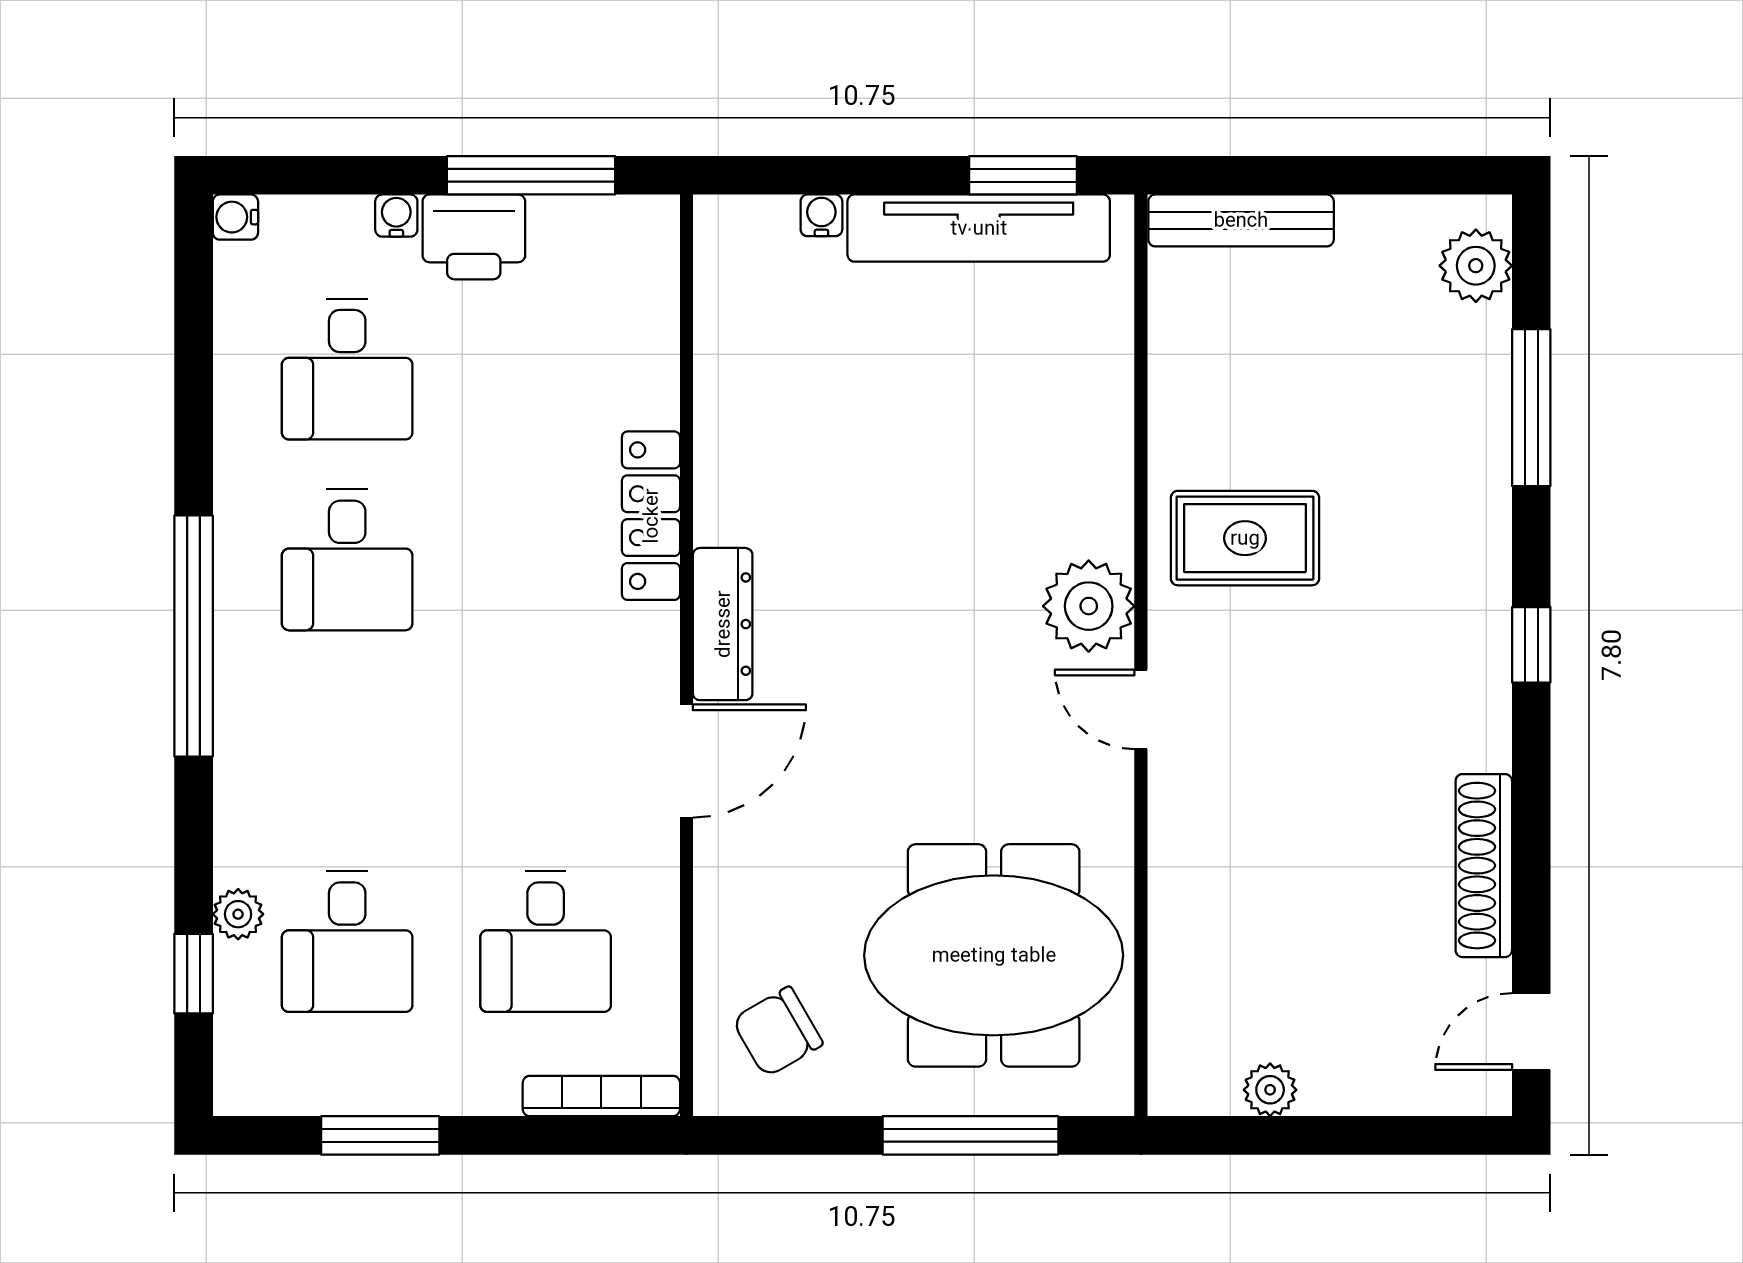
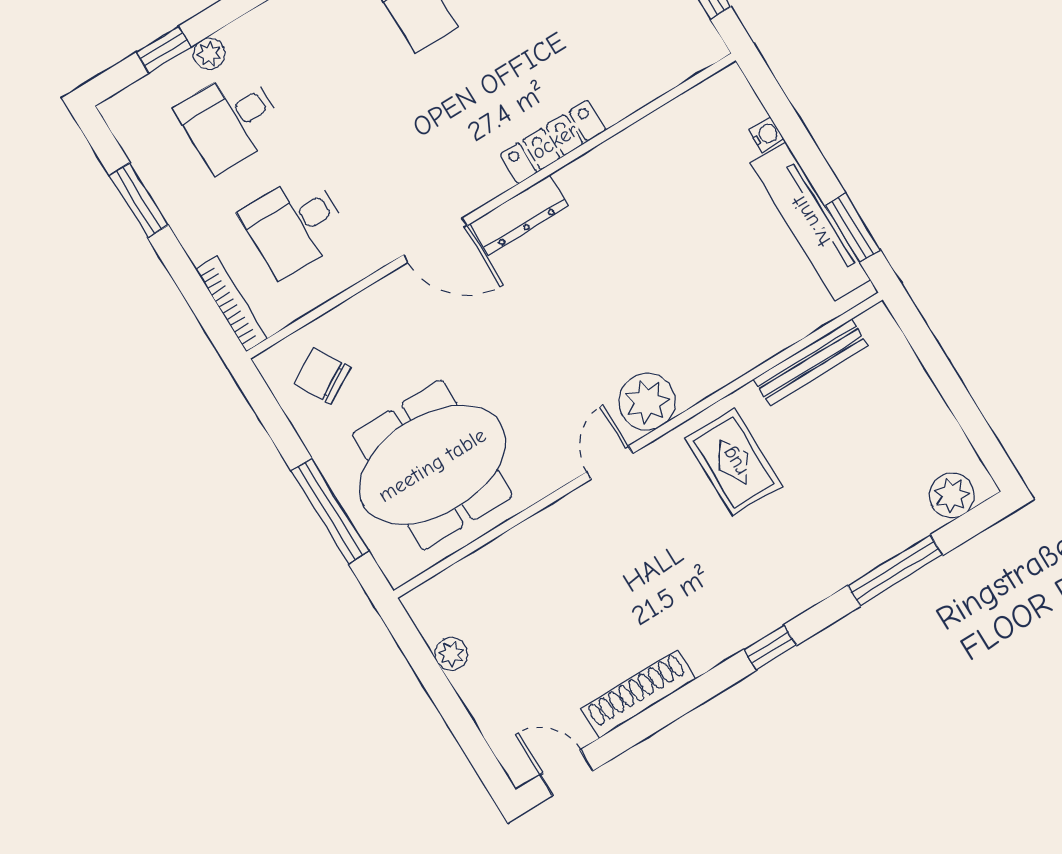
bench: (1241, 220) -> (811, 363), moved, turned 90
meeting table: (994, 955) -> (432, 465), turned 90

